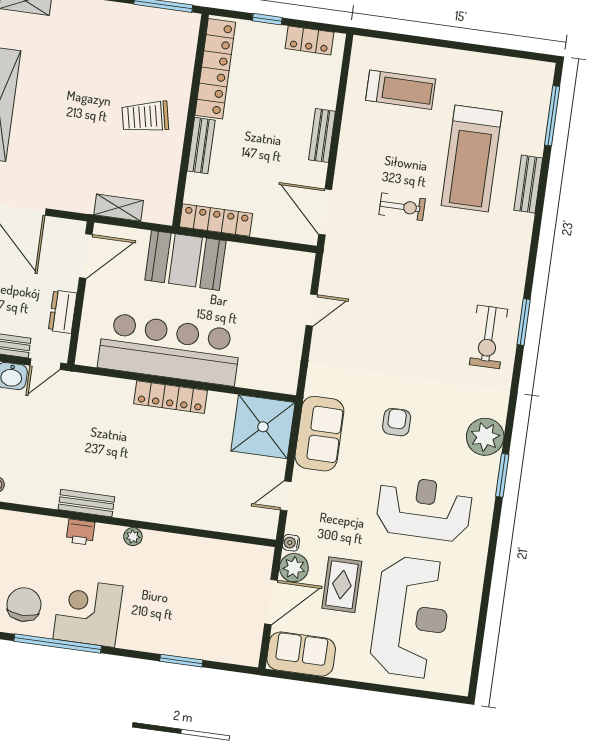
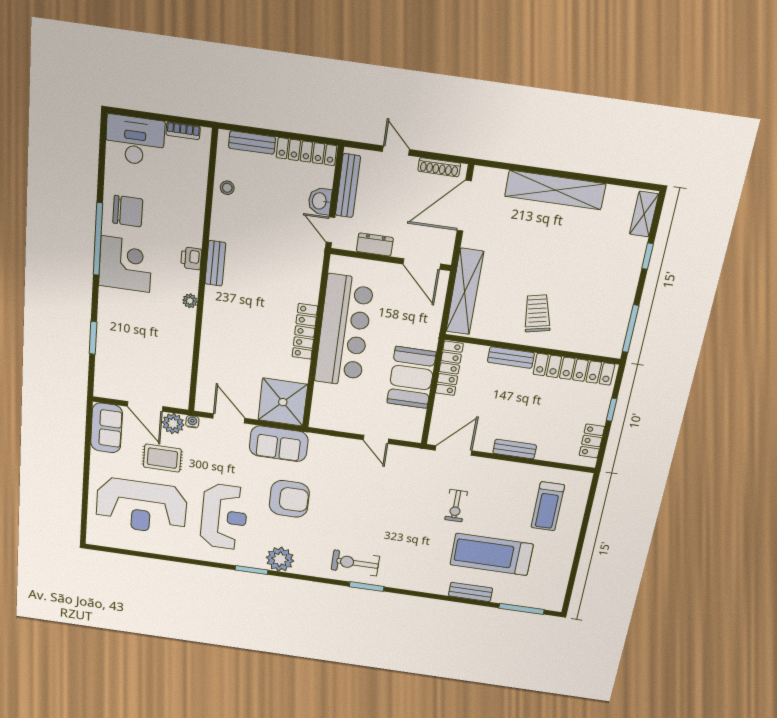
shelving: (119, 208) -> (465, 292), width x2.20, depth x1.33
booth: (185, 260) -> (411, 378), moved
armchair: (397, 422) -> (289, 499), width x1.88, depth x1.88
door: (286, 496) -> (229, 418), width x1.38

